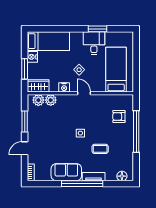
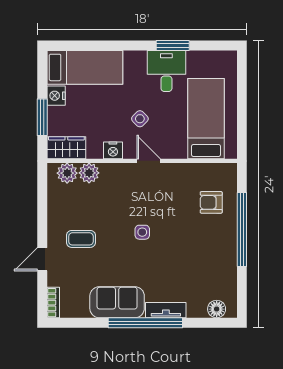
window: (25, 122) -> (42, 212), removed
coffee table: (100, 149) -> (81, 239), moved

